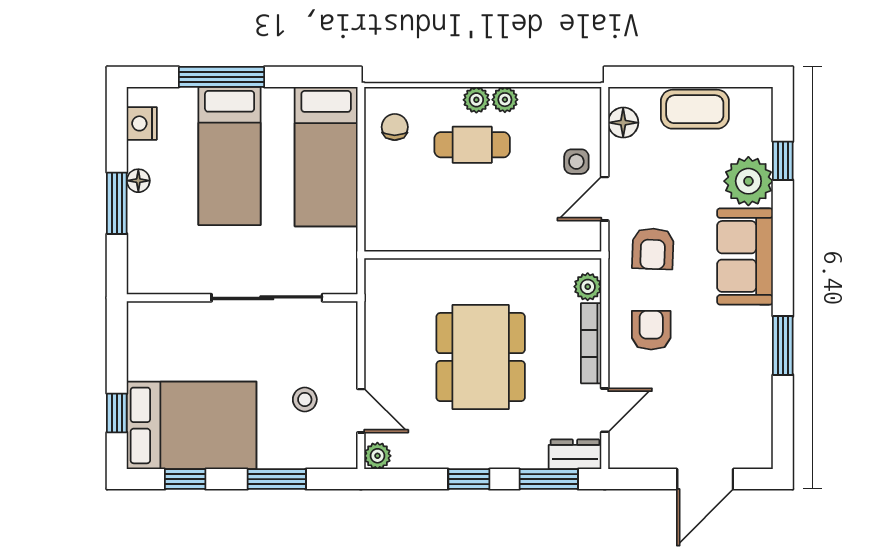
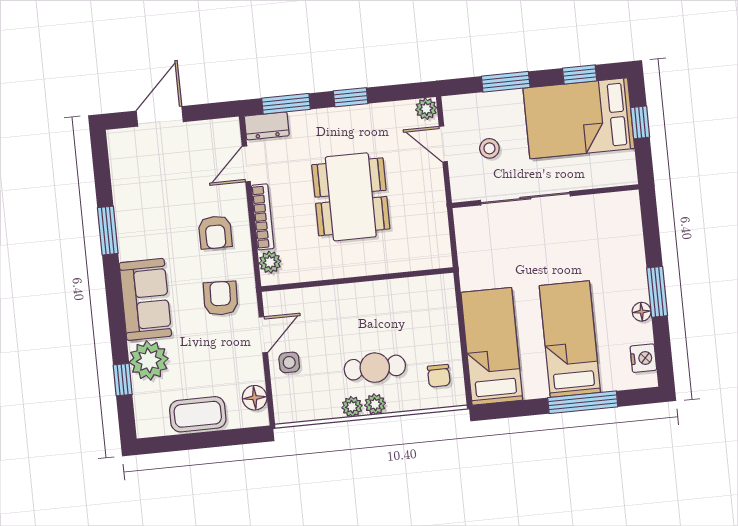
wall: (242, 298) -> (545, 196), moved
sliding door: (267, 298) -> (525, 198), moved

